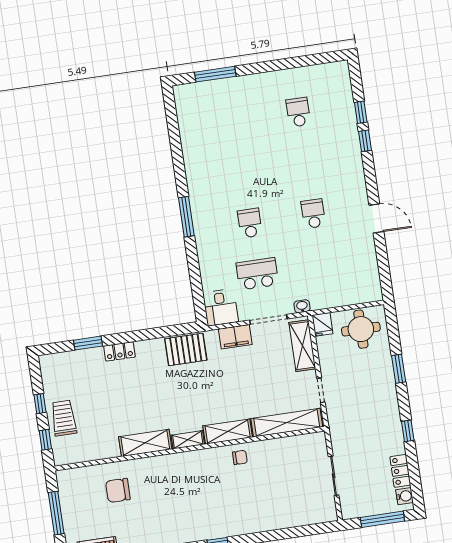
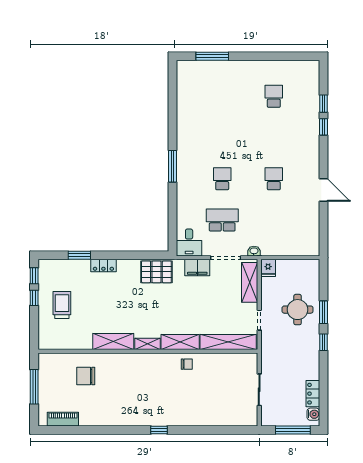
round table: (361, 329) -> (298, 310), moved
trolley: (64, 418) -> (62, 305), moved
window: (408, 431) -> (324, 342), moved
window: (45, 440) -> (34, 276), moved

